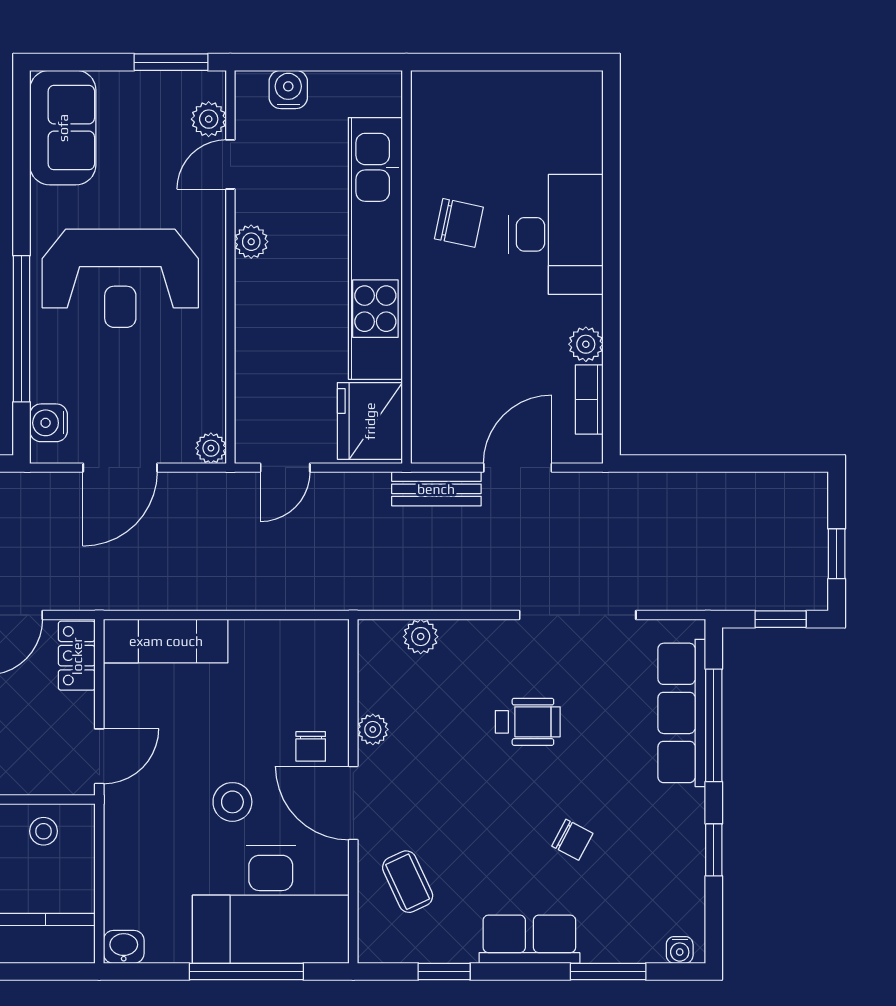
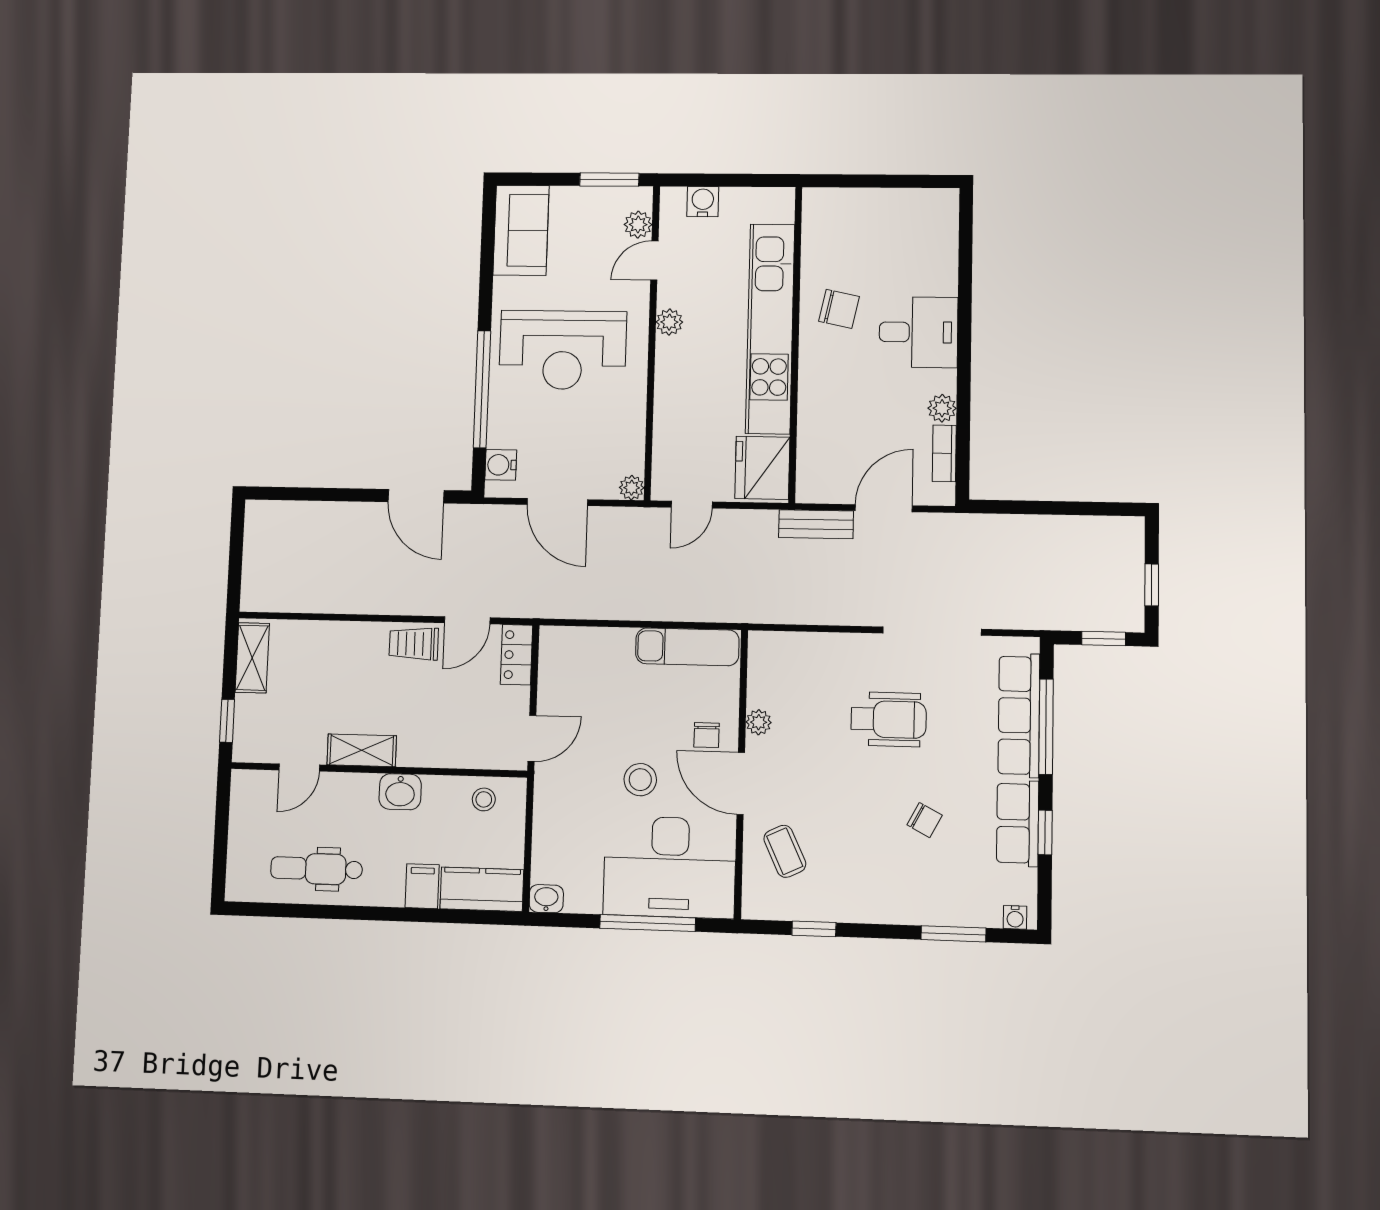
desk: (556, 234) -> (918, 332), width x0.73
door: (120, 468) -> (557, 502), hinge flipped
plant: (421, 637) -> (800, 646), removed
exam couch: (166, 641) -> (687, 647), moved
wheelchair: (528, 722) -> (889, 719), width x1.36, depth x1.37
row of seats: (529, 939) -> (1018, 823), moved, turned -90

